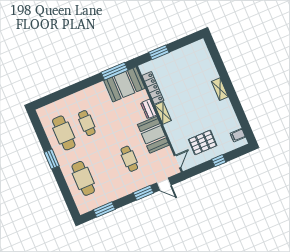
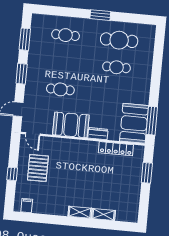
shelving: (163, 113) -> (104, 215), moved
cafe table: (83, 178) -> (66, 35), width x0.73, depth x0.74
window: (143, 193) -> (22, 74), moved

